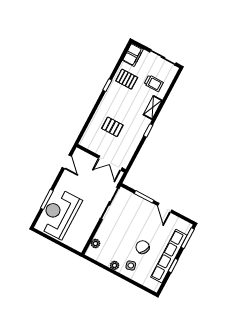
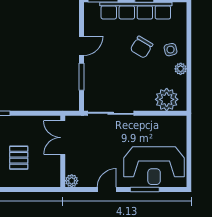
plant: (78, 154) -> (72, 181), added
door: (67, 162) -> (107, 190), moved
double door: (110, 163) -> (63, 138), swing flipped
plant: (95, 244) -> (167, 99), width x1.87, depth x1.87

